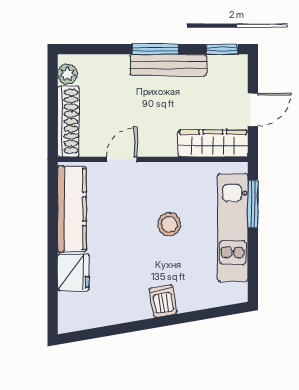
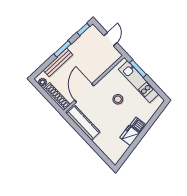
bench: (168, 65) -> (58, 62), moved
wardrobe: (213, 143) -> (108, 61), removed
door: (122, 159) -> (84, 93), width x1.88
fridge: (73, 272) -> (130, 136), moved, turned -100

